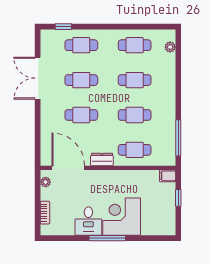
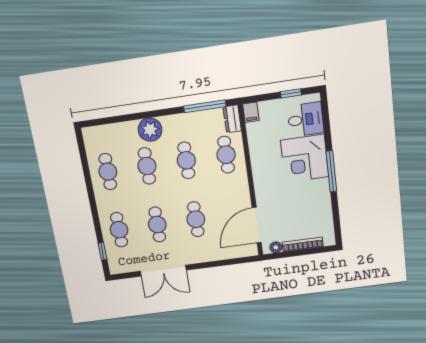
plant: (170, 47) -> (150, 130), moved, width x1.87, depth x1.87
dresser: (102, 159) -> (232, 119), moved
window: (178, 198) -> (291, 93), moved
bookcase: (45, 213) -> (303, 244), width x1.56
desk: (88, 221) -> (306, 119), moved

